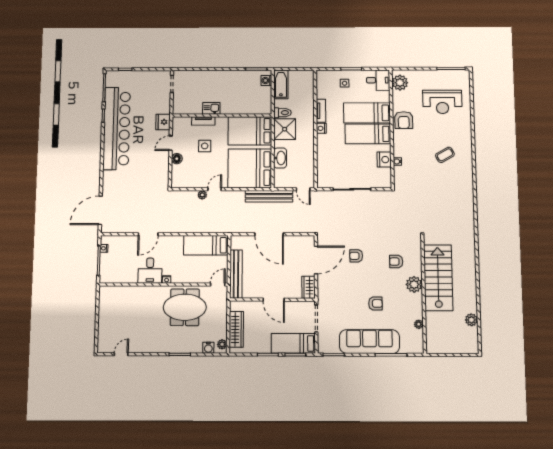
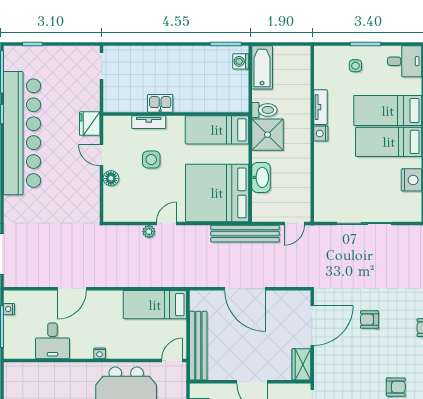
bed: (250, 131) -> (217, 130), width x0.67
door: (171, 143) -> (102, 155), hinge flipped
door: (303, 189) -> (294, 223), hinge flipped
desk: (150, 271) -> (53, 341), moved

